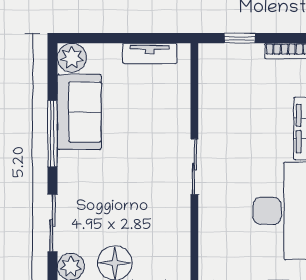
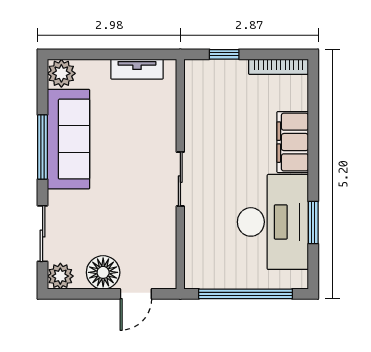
sofa: (79, 112) -> (68, 139), width x1.36

